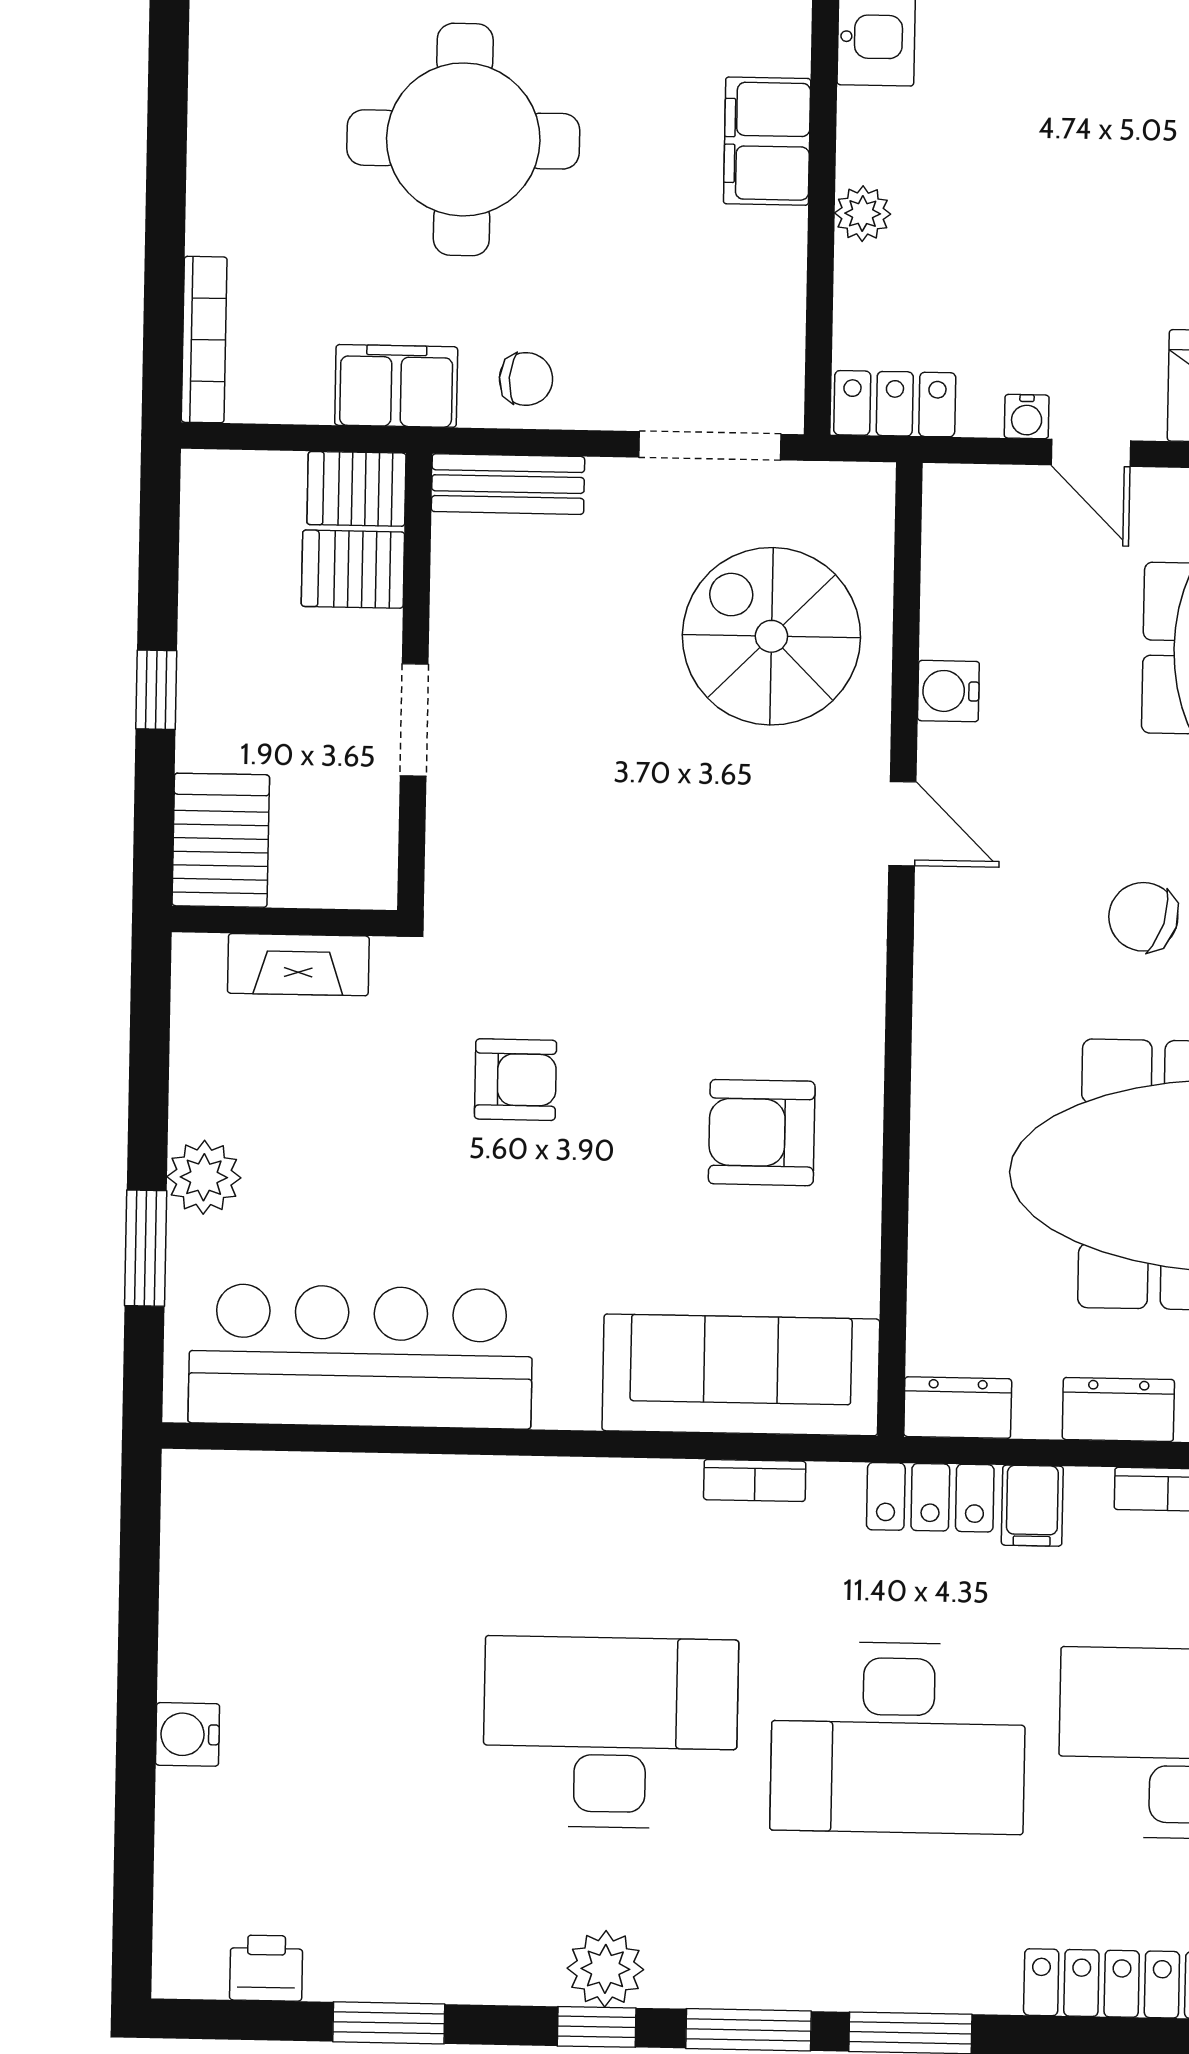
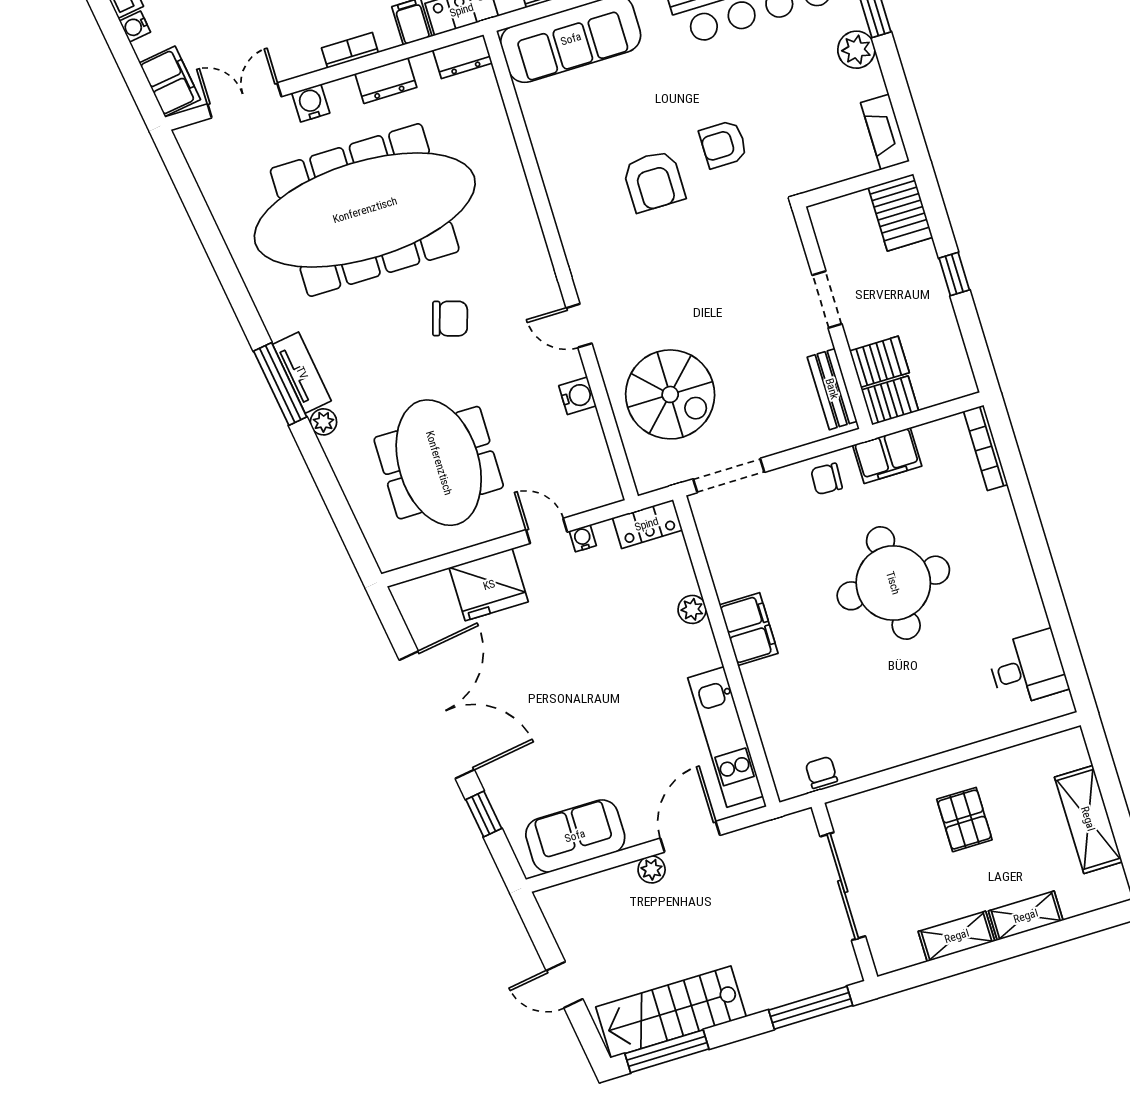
bench: (508, 484) -> (832, 389), moved, turned 90
fireplace: (298, 965) -> (885, 132), moved, turned -90
armchair: (762, 1133) -> (654, 181), moved, turned 90

